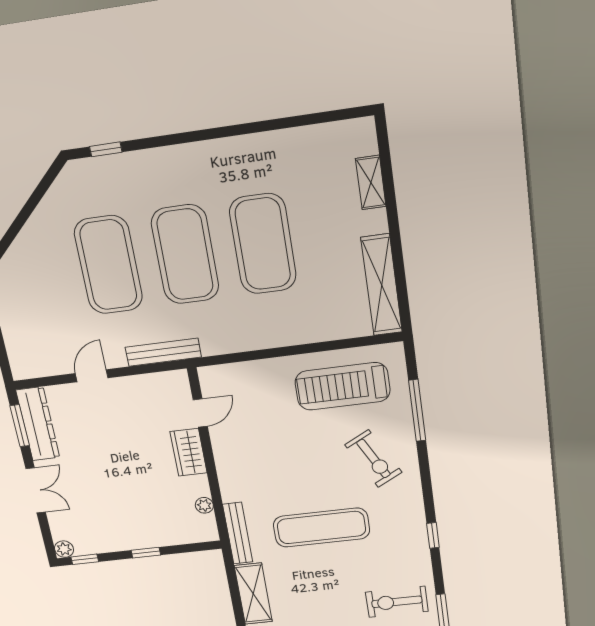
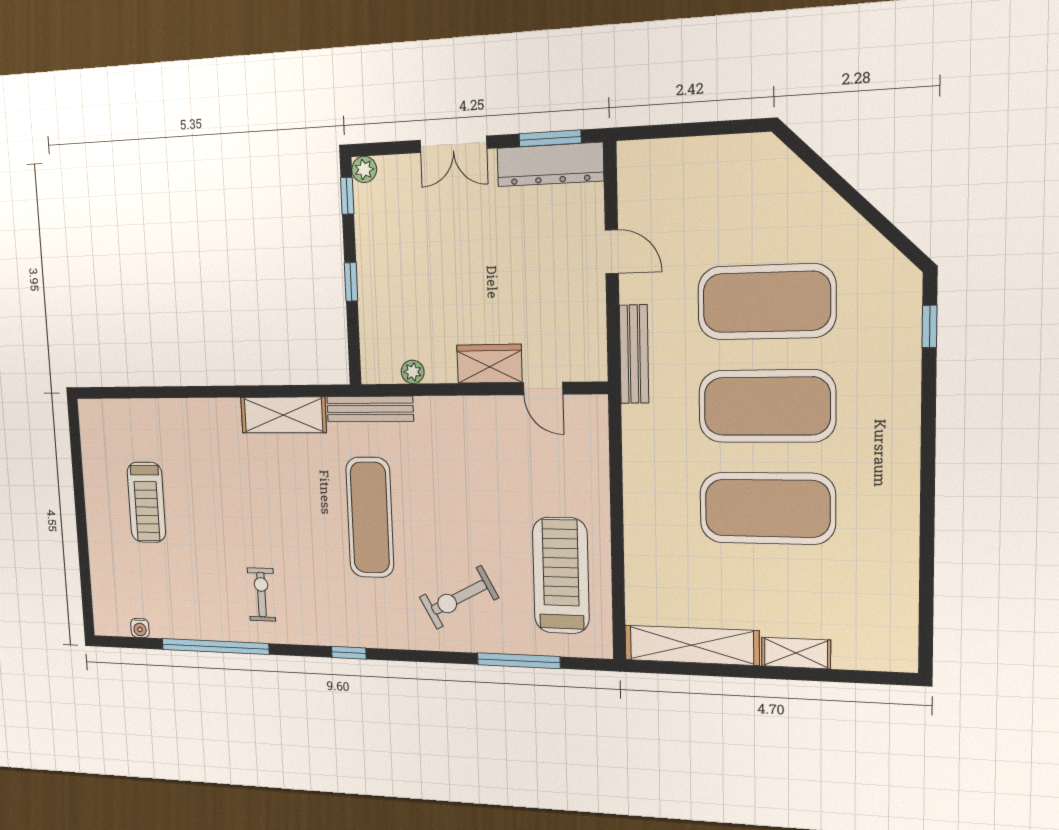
shelving: (371, 183) -> (796, 653), moved
exercise bike: (397, 602) -> (262, 595), width x0.73, depth x0.72

